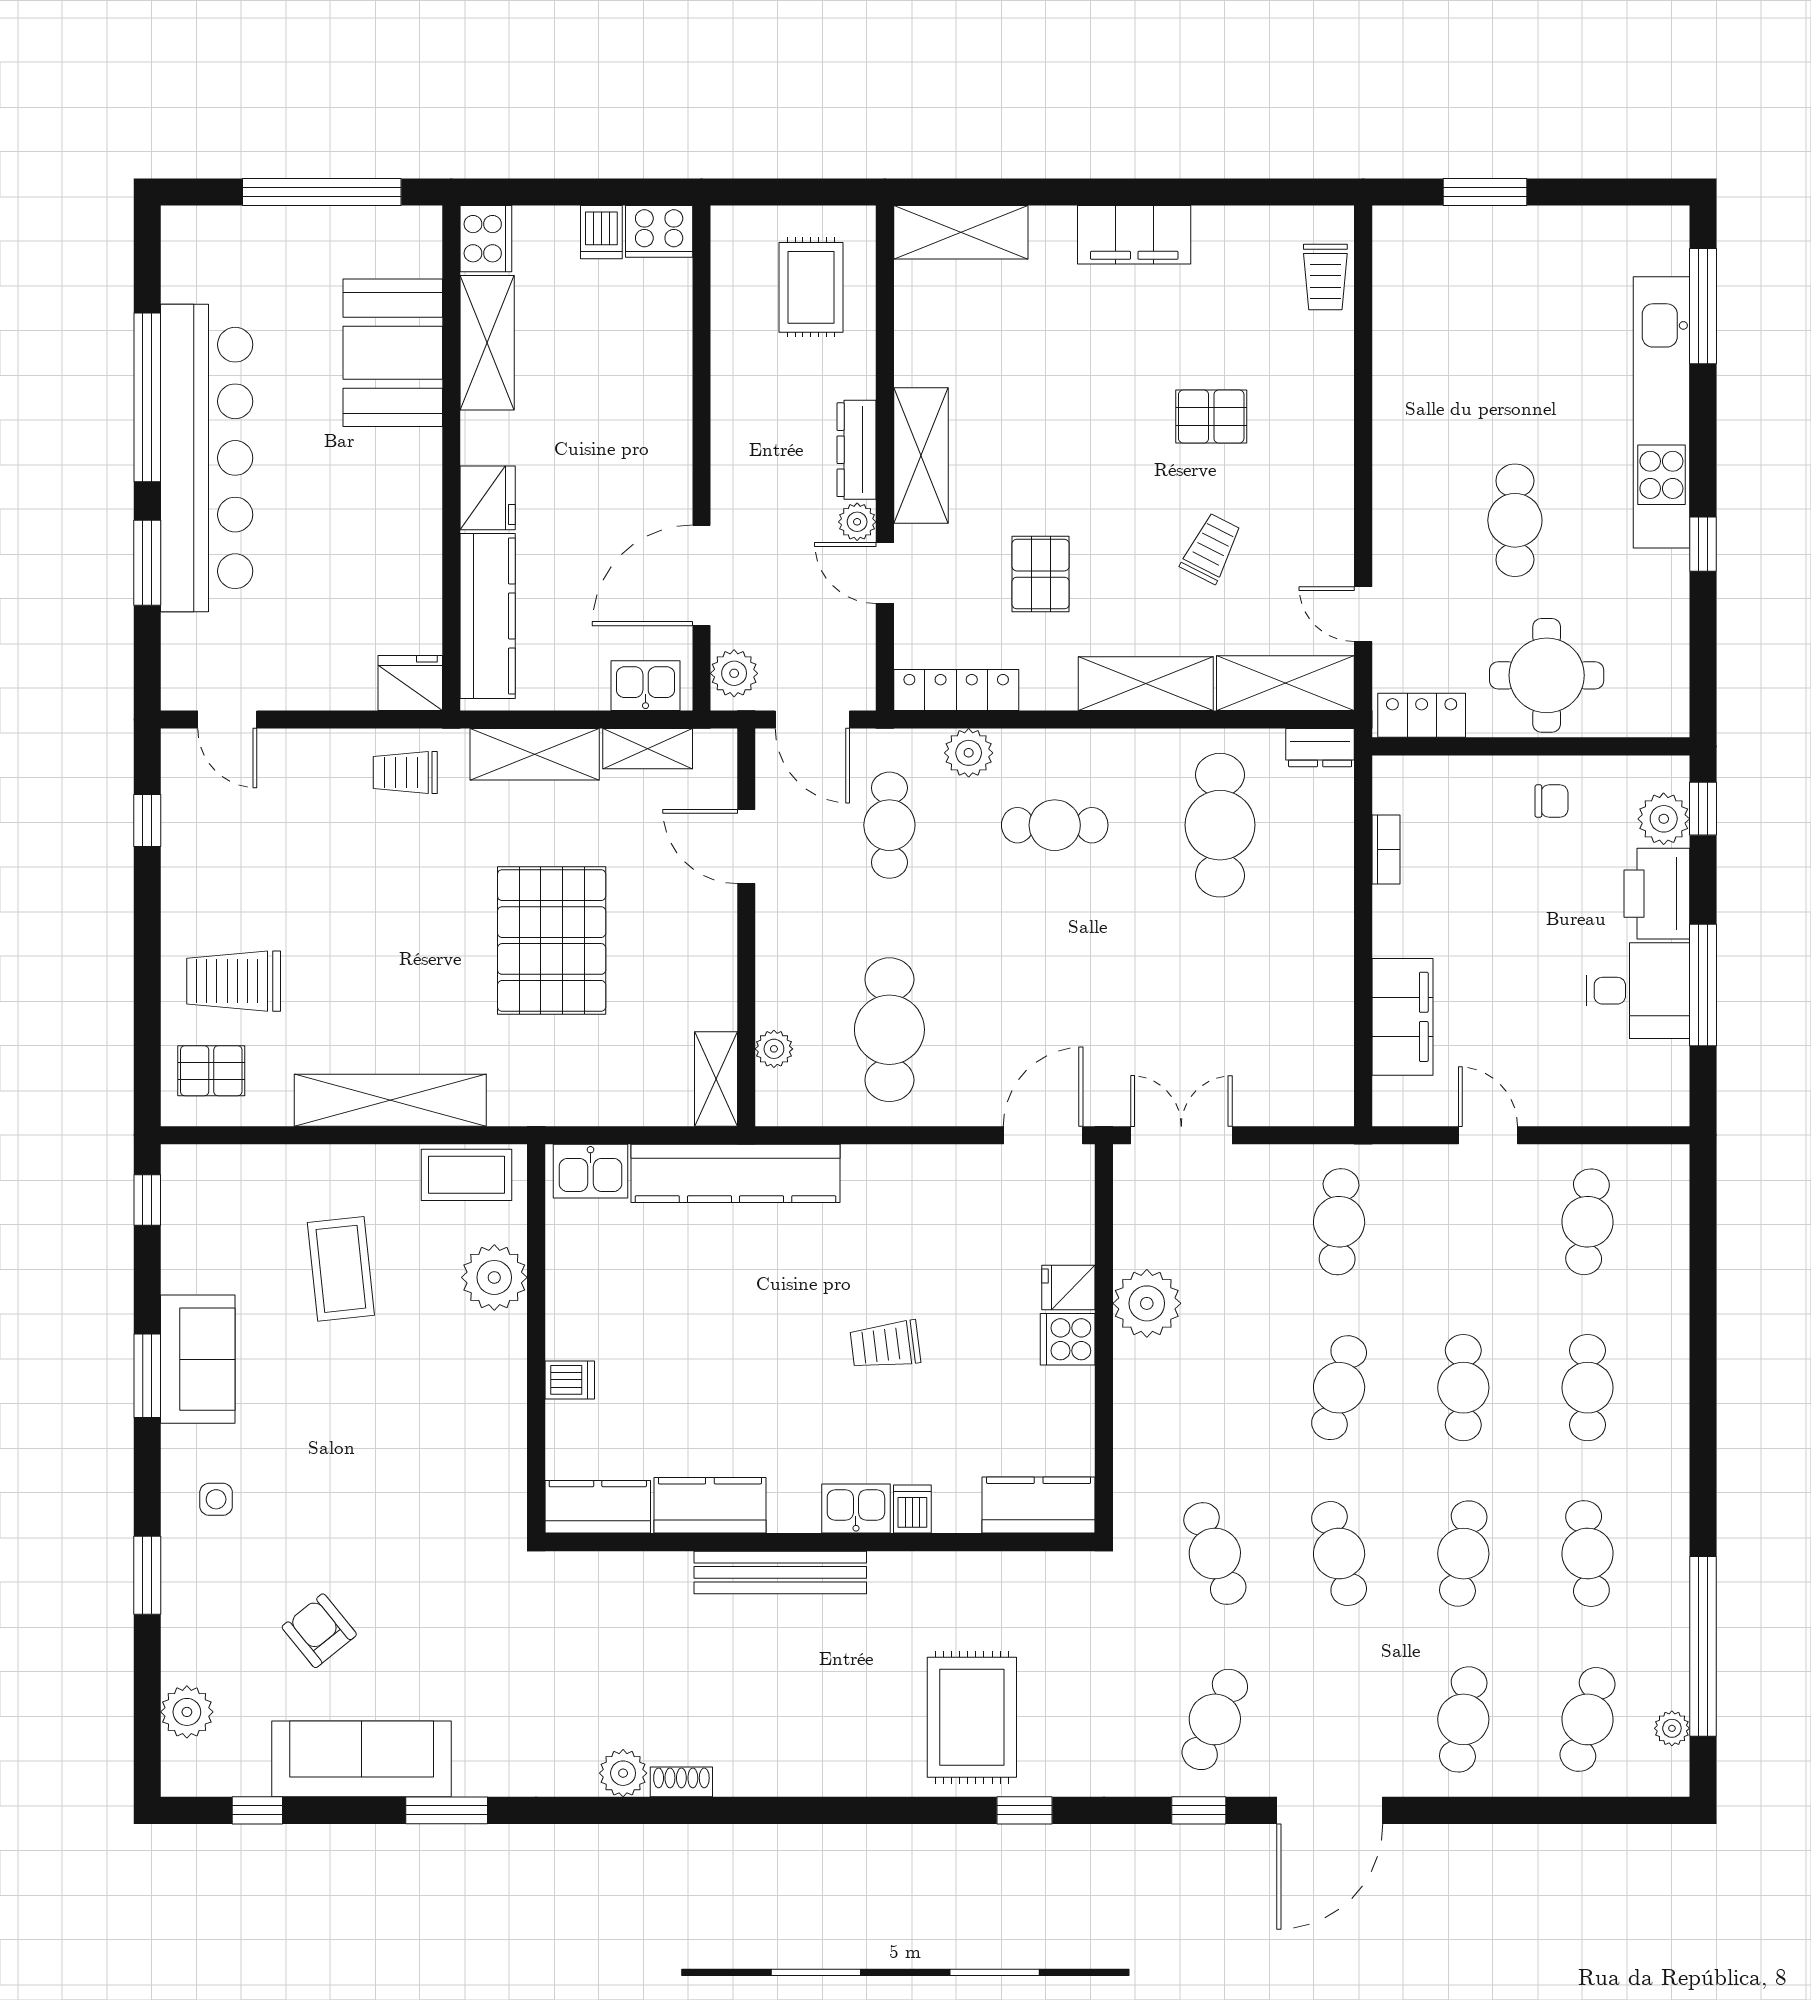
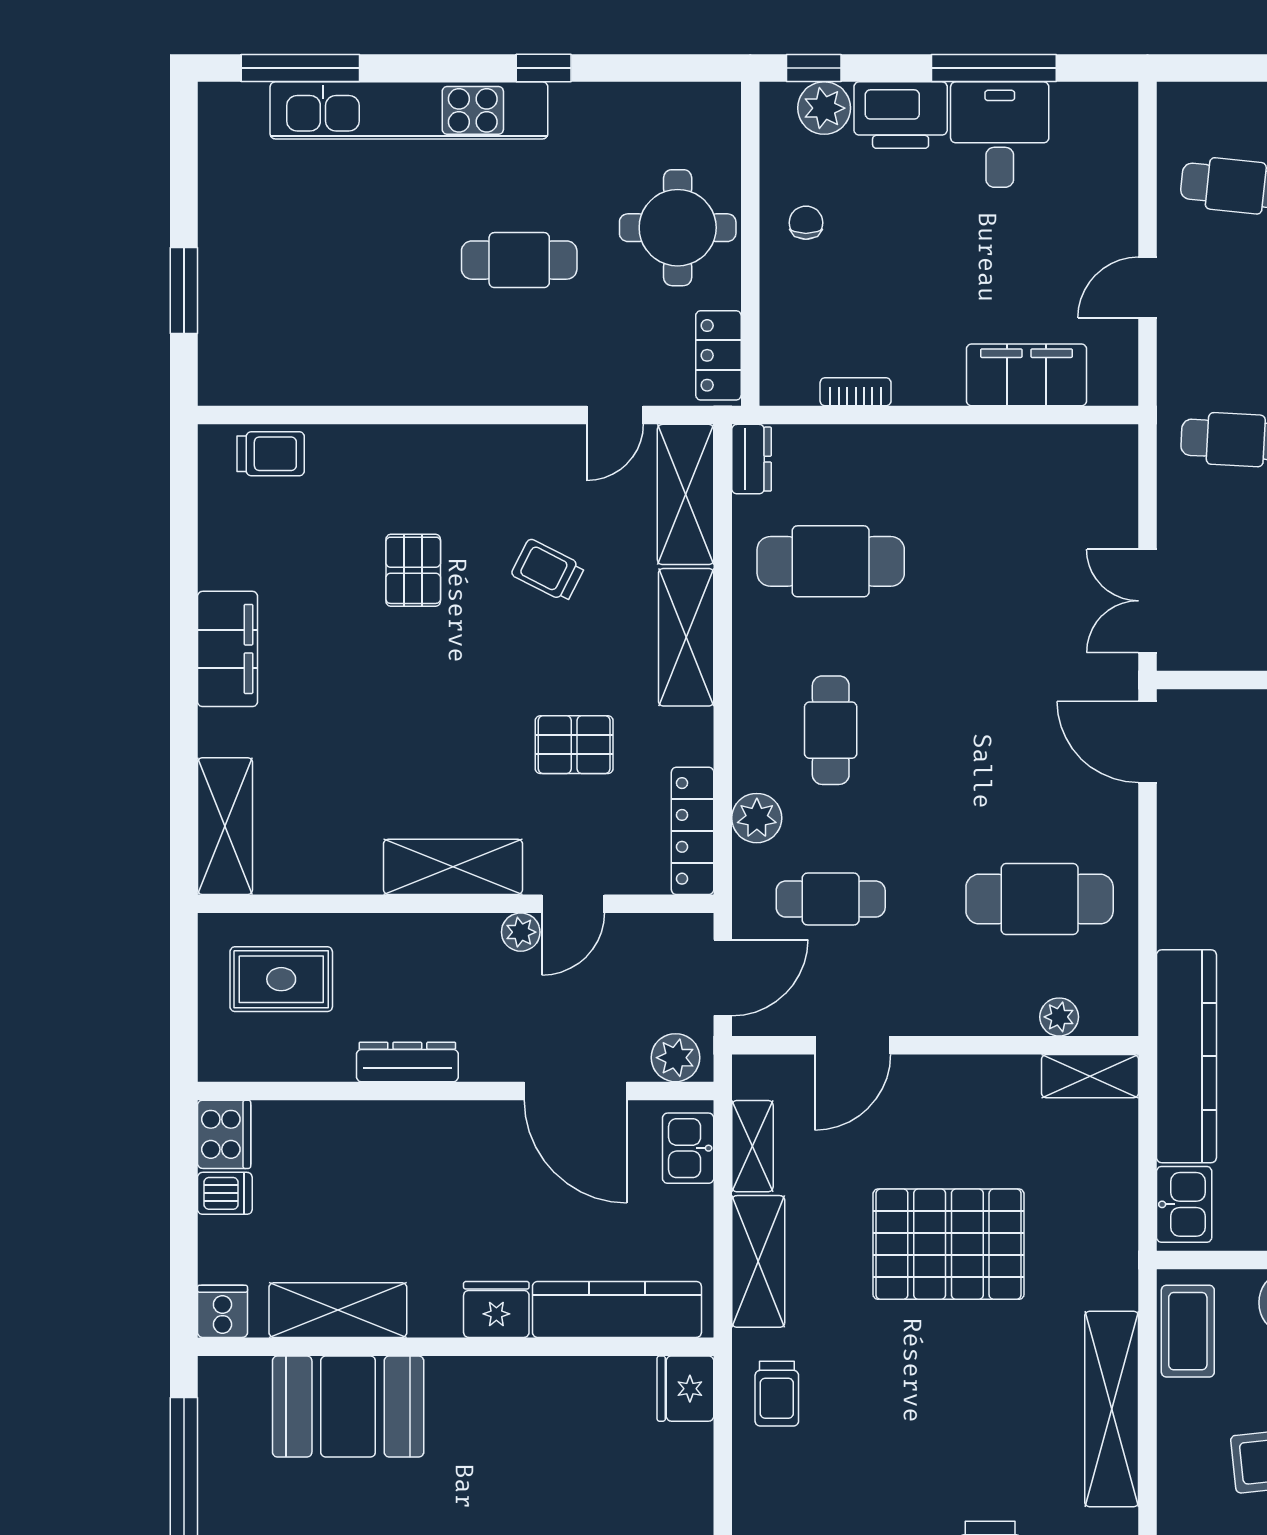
cooker: (486, 239) -> (222, 1311), width x0.73
dresser: (856, 450) -> (407, 1062), moved, turned 180

